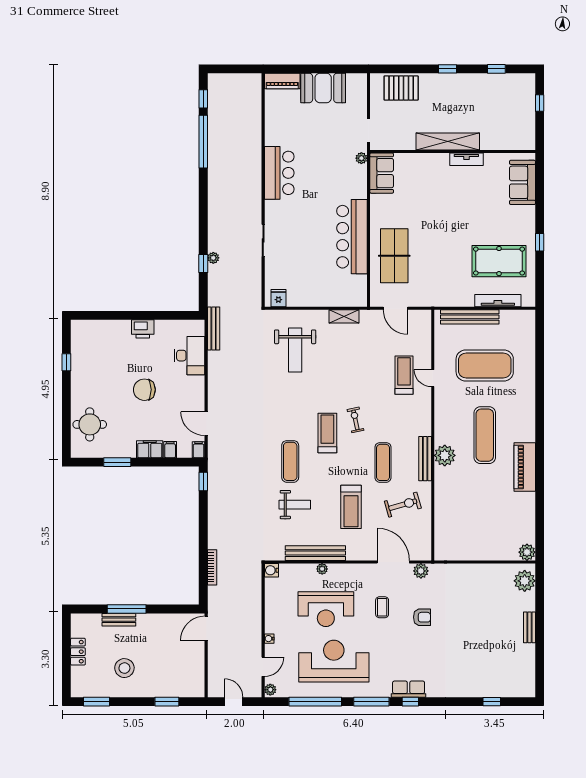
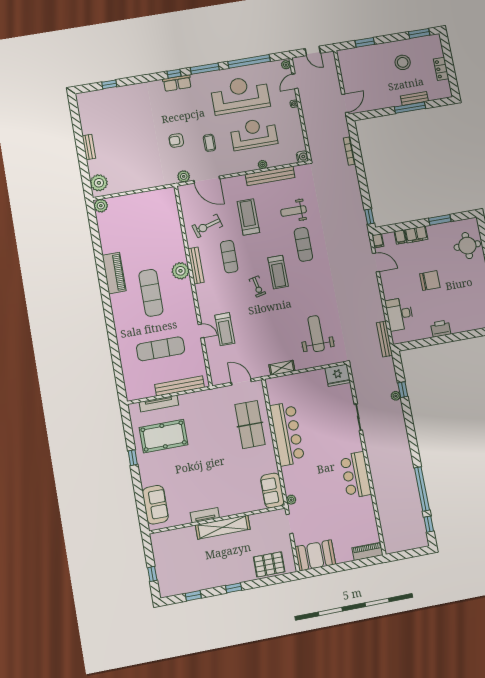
booth: (323, 88) -> (315, 555), moved
fridge: (278, 298) -> (338, 375), width x1.88, depth x1.34
exercise mat: (485, 365) -> (161, 349), width x0.68
reception desk: (334, 661) -> (240, 95), turned 180

